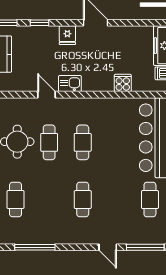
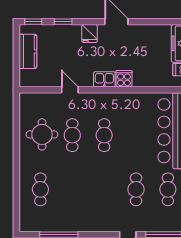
cooker: (123, 83) -> (124, 79), moved
kitchen sink: (70, 84) -> (104, 79), moved
cafe table: (83, 200) -> (136, 189), moved

